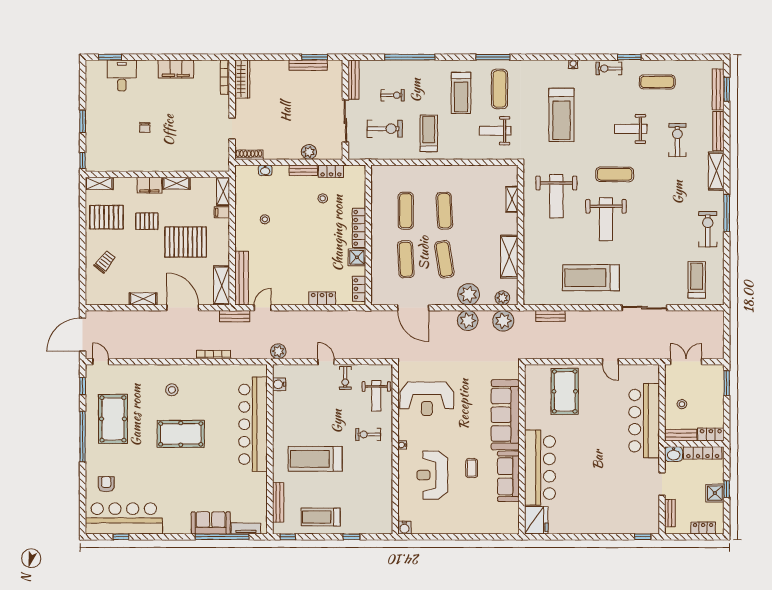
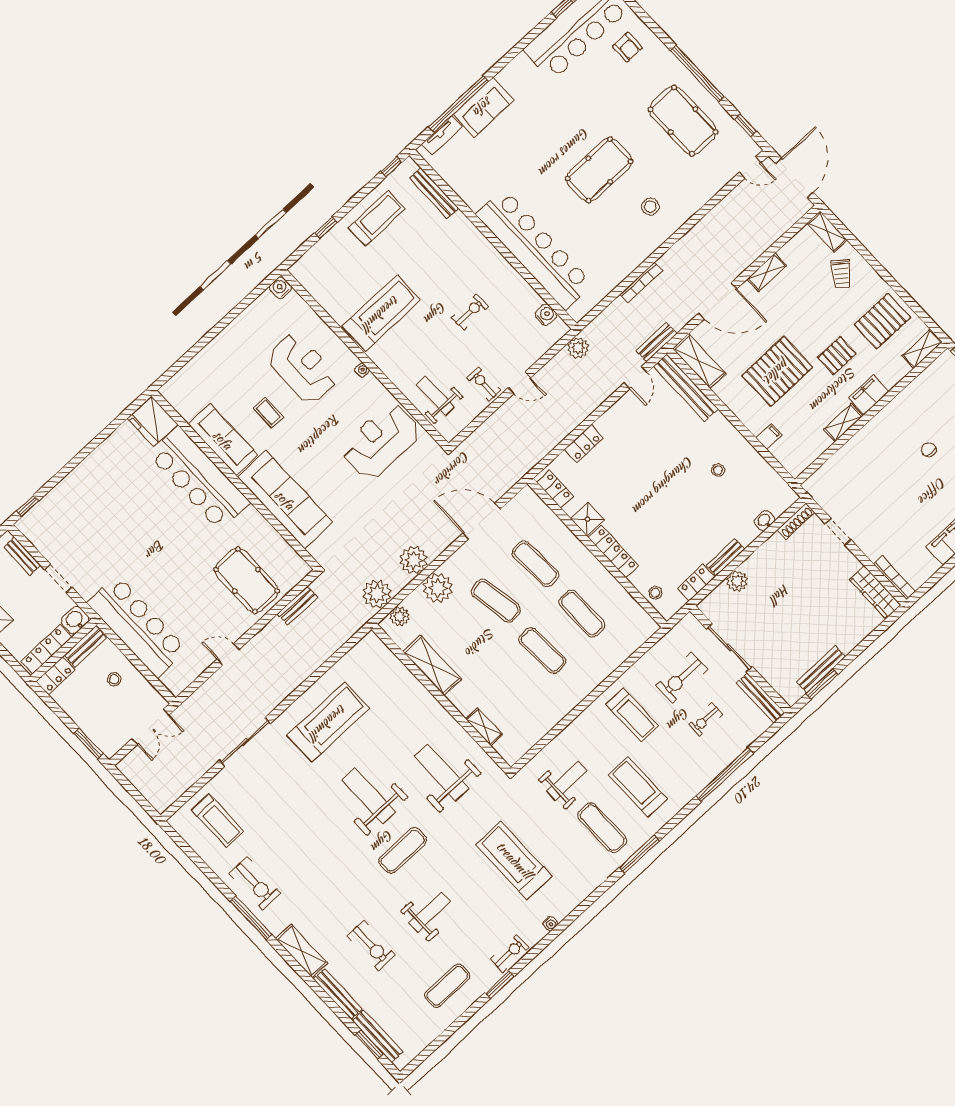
shelving: (223, 191) -> (827, 231), moved
stool: (323, 198) -> (655, 593), moved
bench: (550, 316) -> (297, 606), moved
exercise bike: (368, 434) -> (470, 312), moved
treadmill: (315, 459) -> (381, 313), moved

